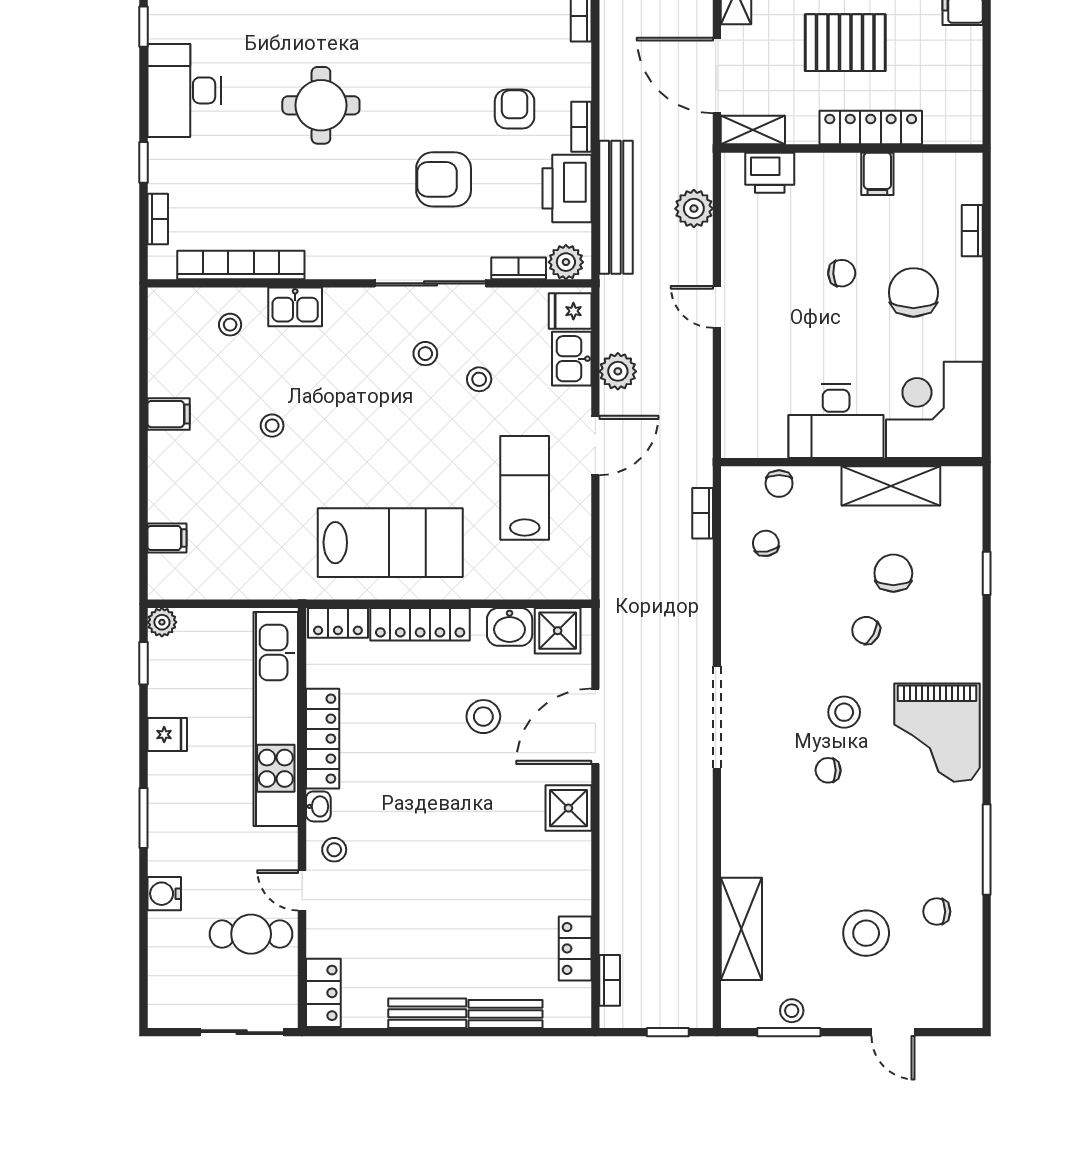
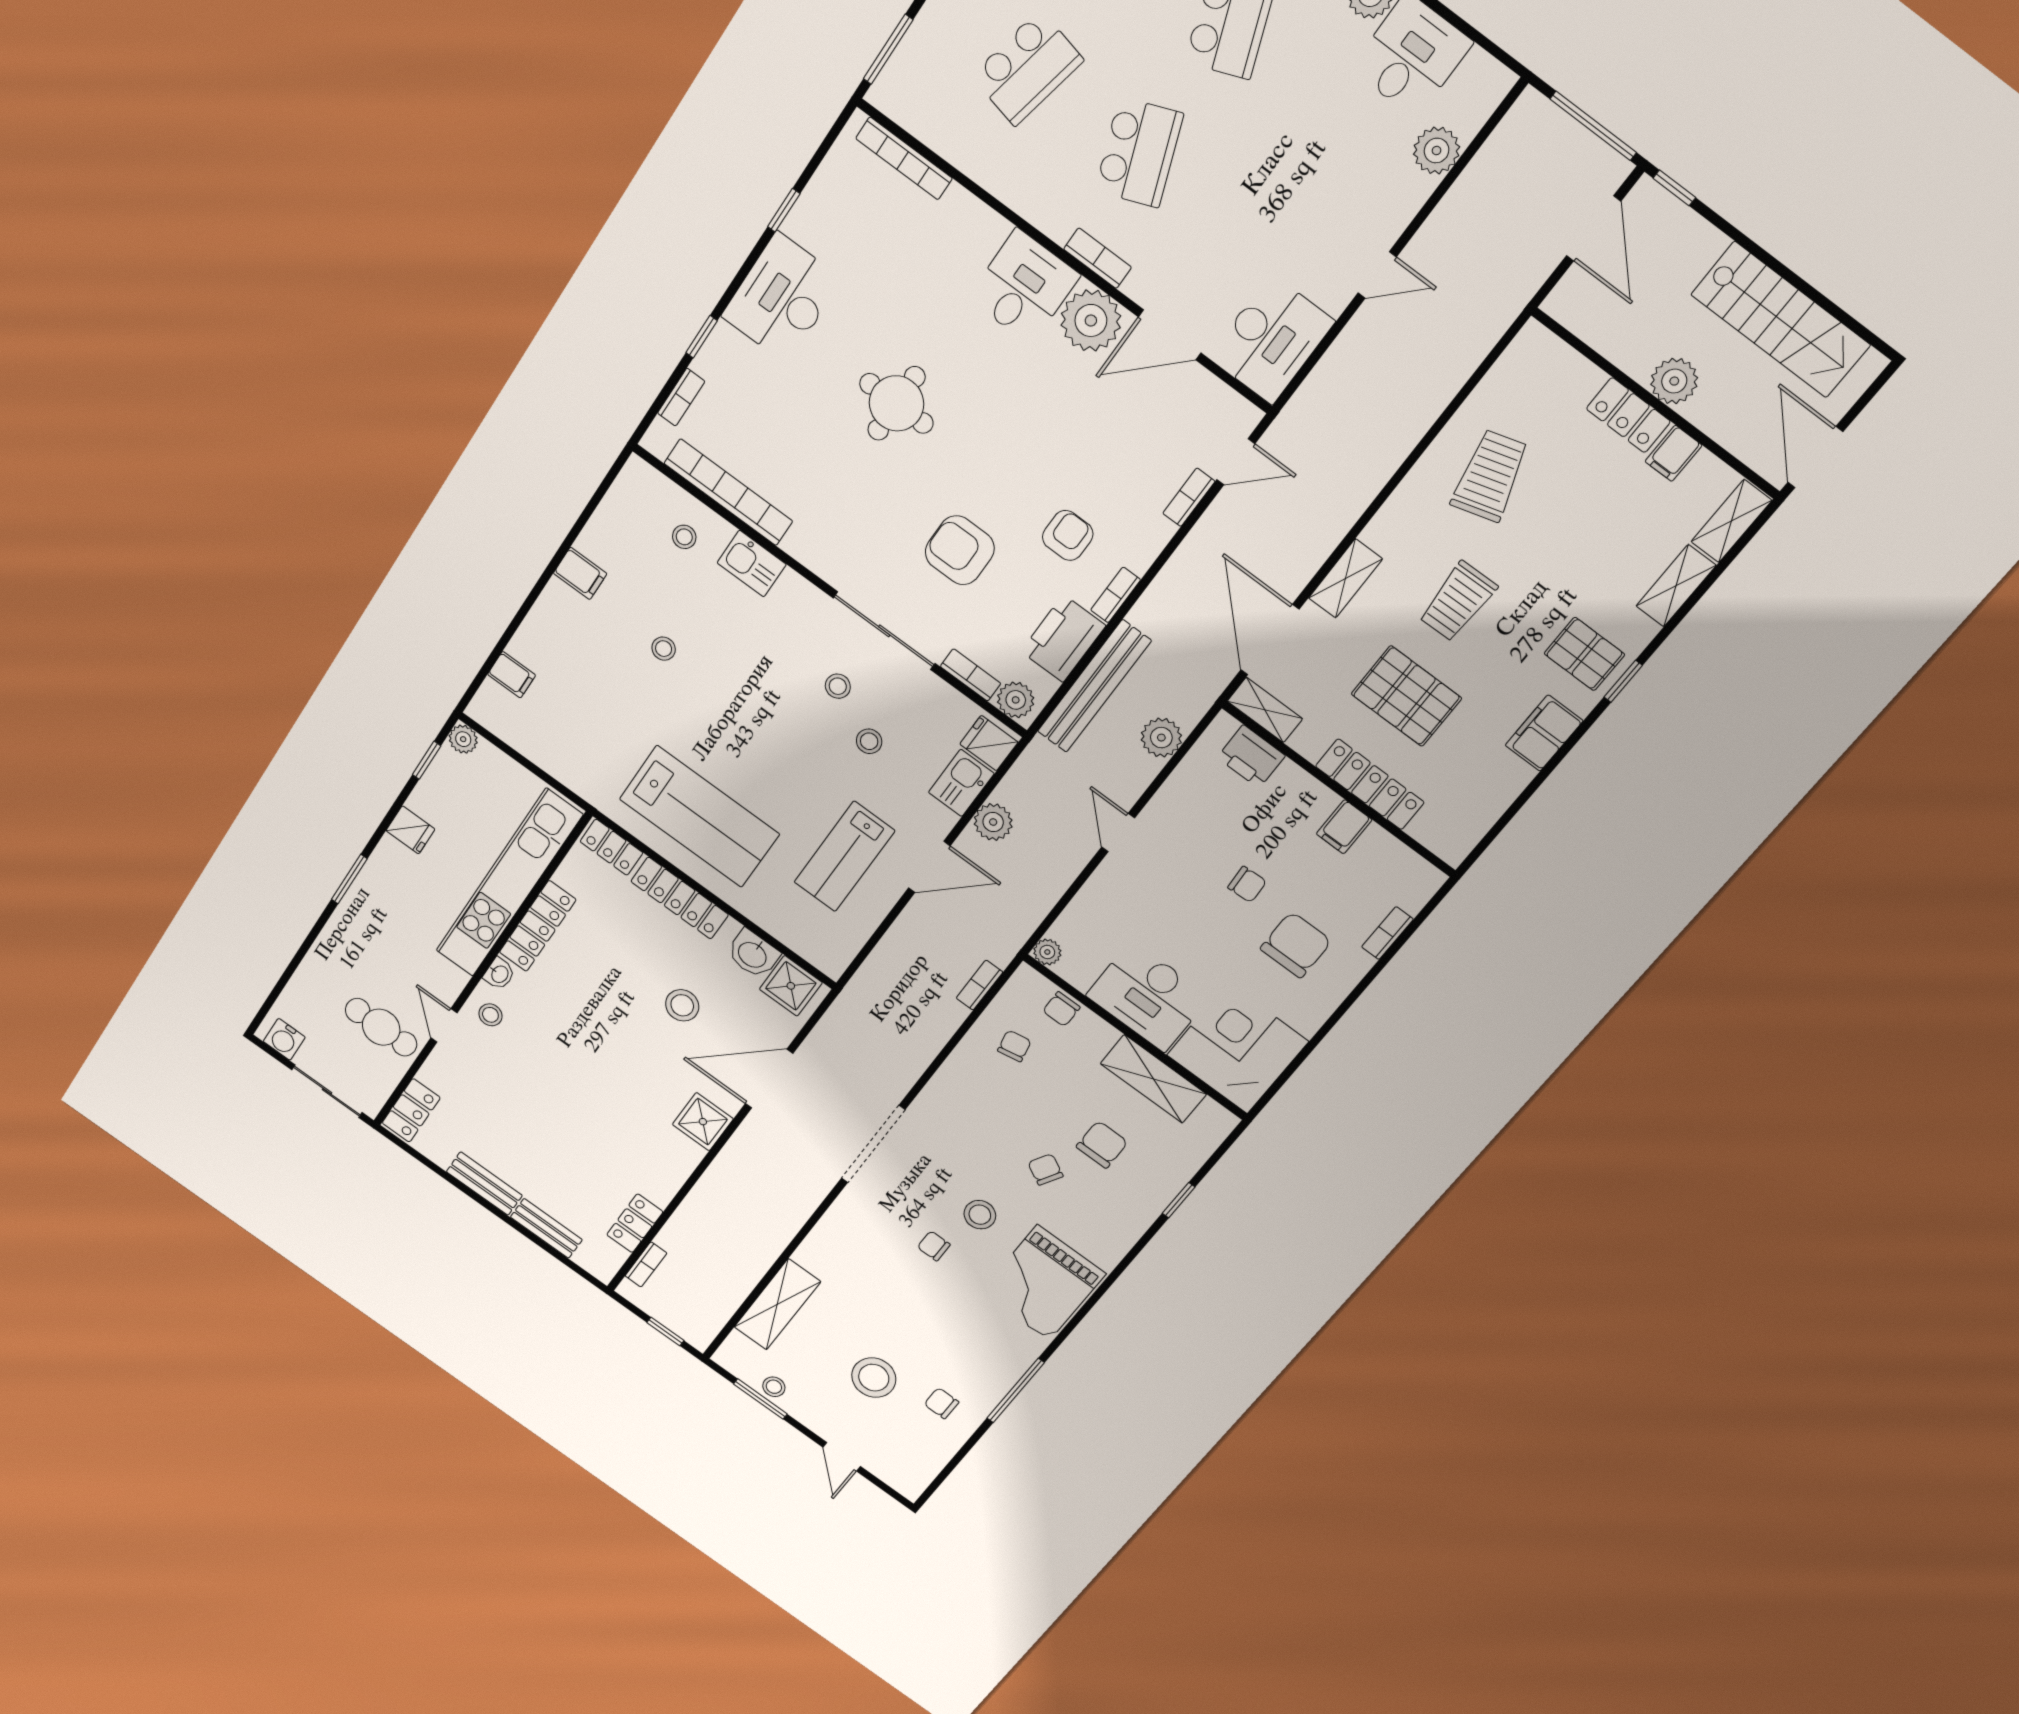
plant: (734, 445) -> (1047, 952), added
lab bench: (525, 488) -> (844, 856), turned 180
water cooler: (164, 894) -> (284, 1039), moved, turned -90

